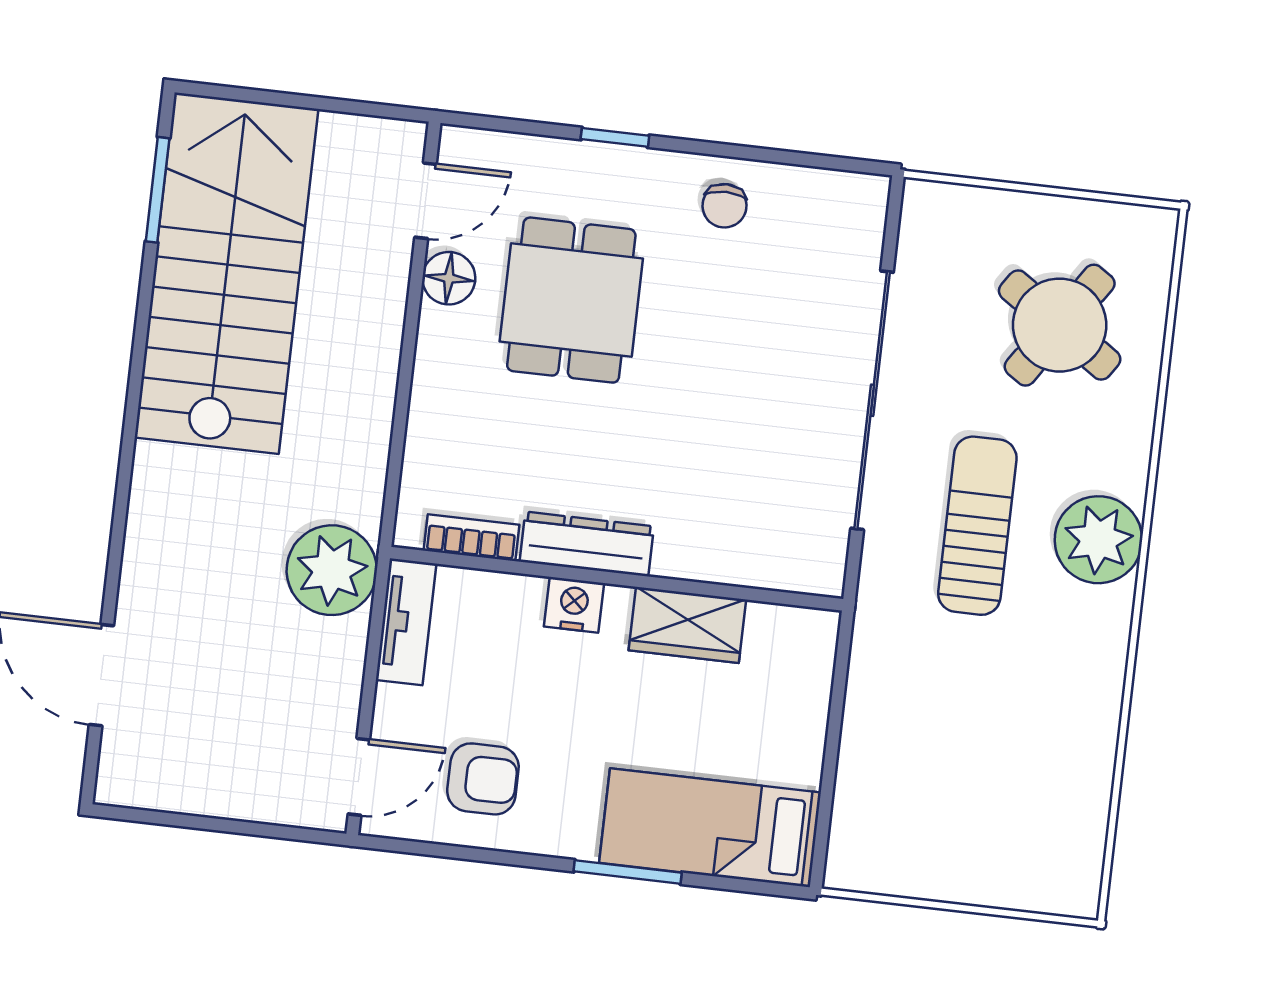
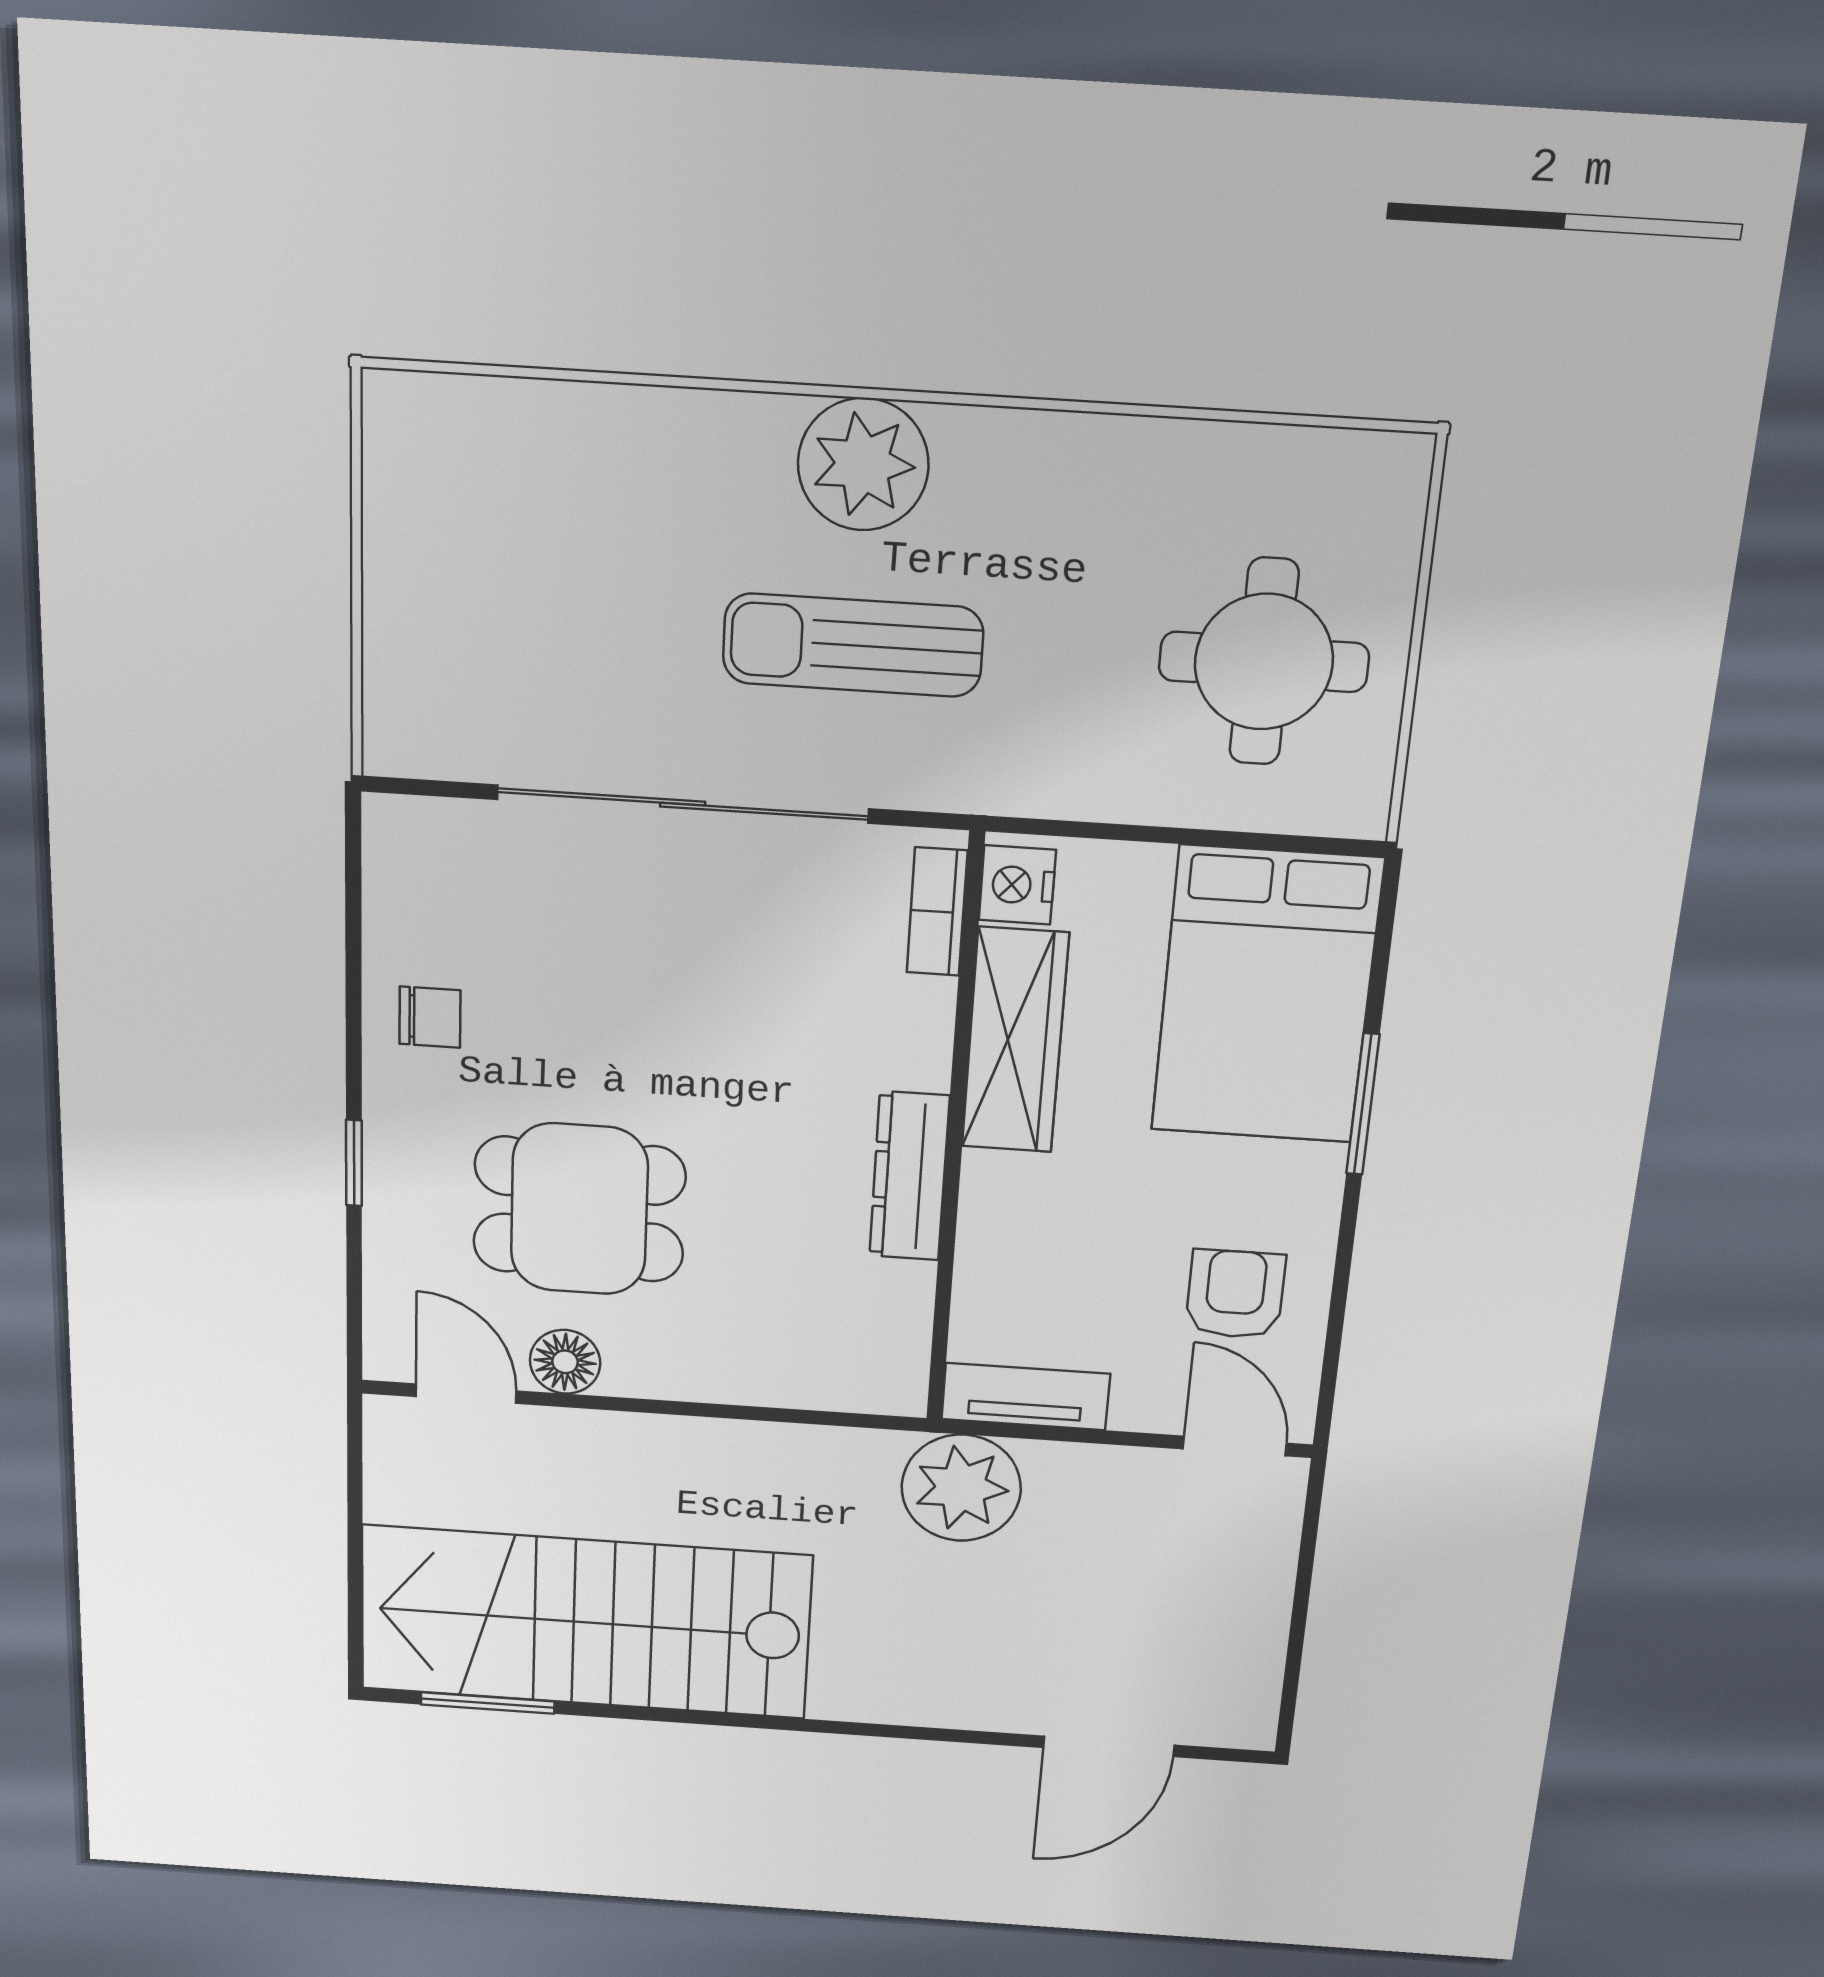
round table: (1060, 325) -> (1264, 662), moved, turned -34
bookcase: (471, 538) -> (937, 912), moved
nightstand: (574, 605) -> (1017, 885), moved
wardrobe: (687, 625) -> (1015, 1040), width x1.50
bed: (710, 828) -> (1266, 996), width x1.50

